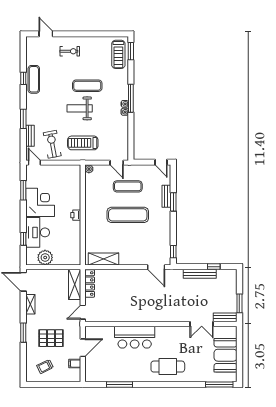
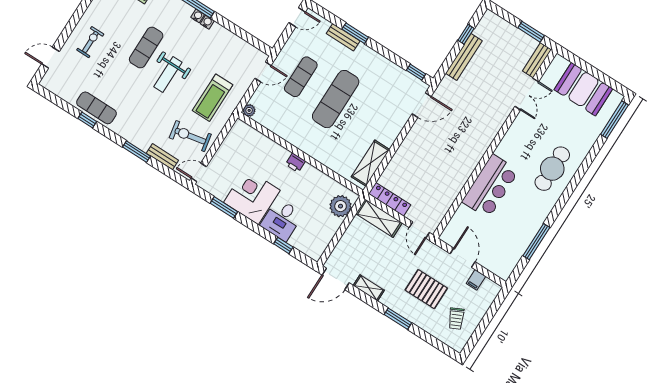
desk: (38, 232) -> (282, 220), width x0.73
plant: (45, 257) -> (341, 206), moved
pallet: (51, 338) -> (426, 289), turned 90

